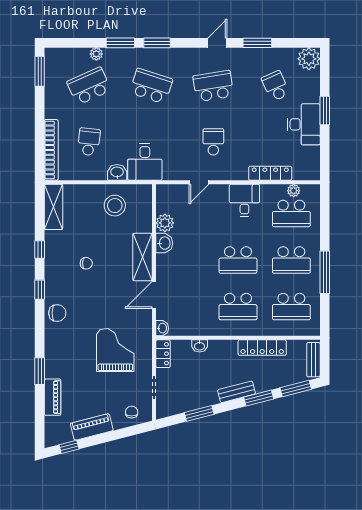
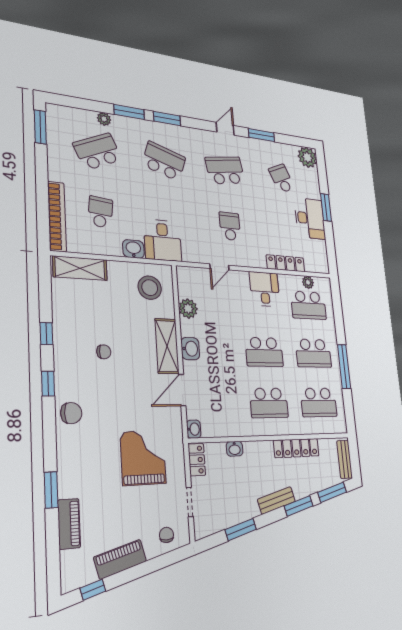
stool: (115, 206) -> (150, 288), moved
shelving: (53, 207) -> (80, 268), moved, turned 90
washbasin: (164, 243) -> (190, 349), moved

